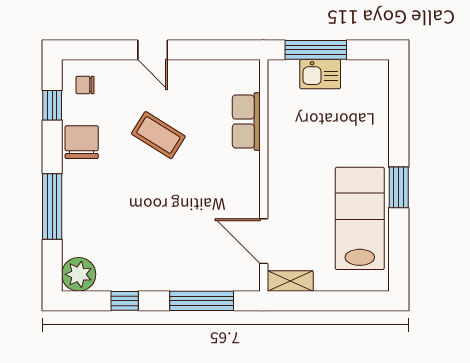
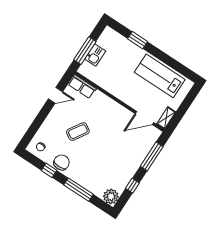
door: (153, 50) -> (56, 95), moved
window: (52, 105) -> (49, 170), moved
row of seats: (246, 122) -> (82, 87), moved
chair: (82, 142) -> (61, 162), turned 90
window: (399, 187) -> (137, 40), moved

